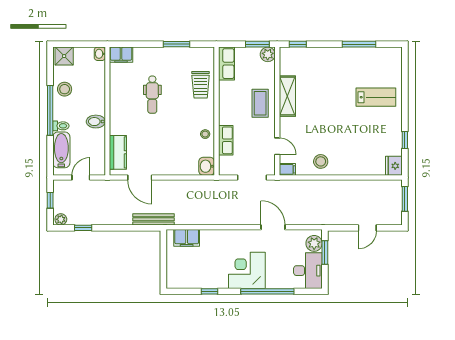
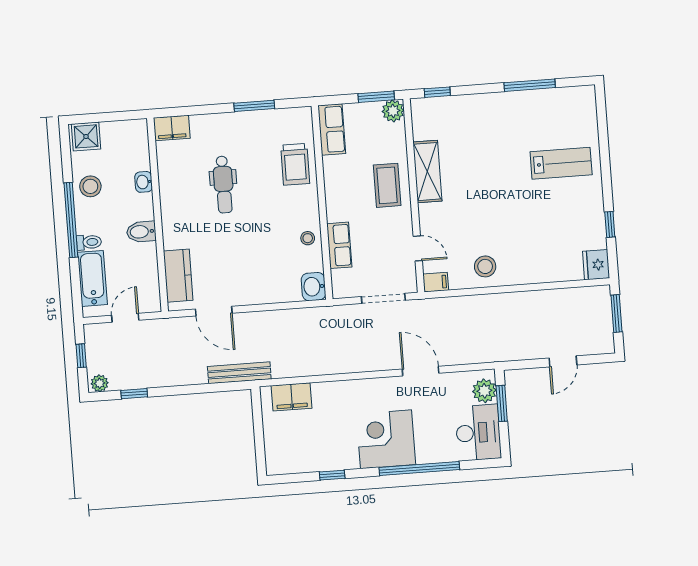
washbasin: (100, 54) -> (144, 182), moved

